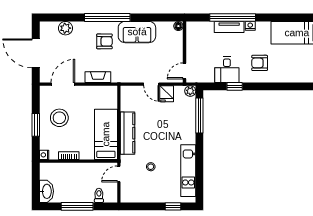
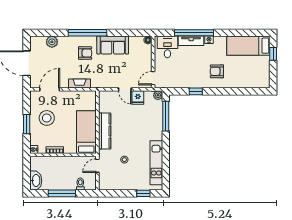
desk: (227, 70) -> (167, 47), moved, turned 180

